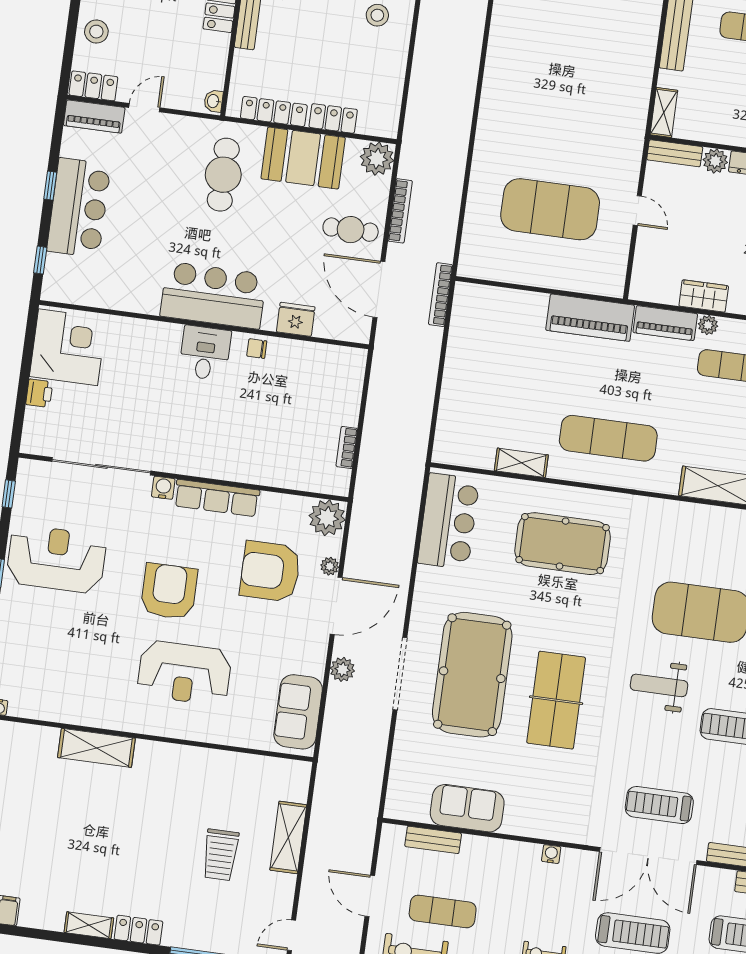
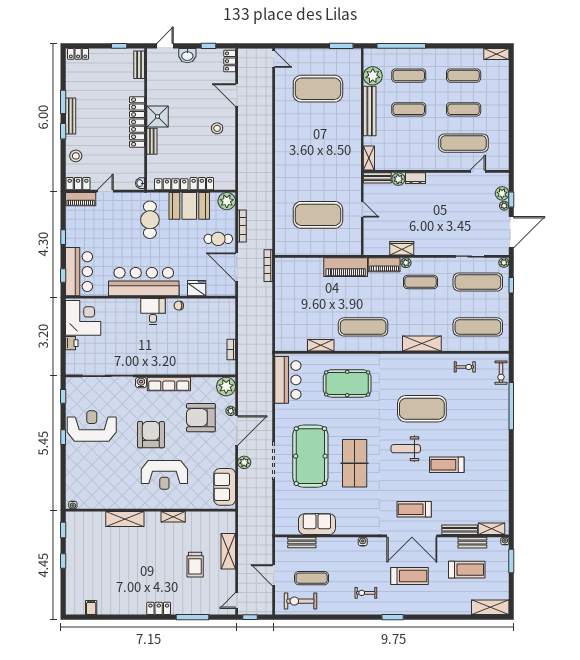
bar counter: (79, 208) -> (79, 272), moved
bar counter: (213, 295) -> (144, 282), width x1.36
shelving: (89, 925) -> (173, 517), moved

